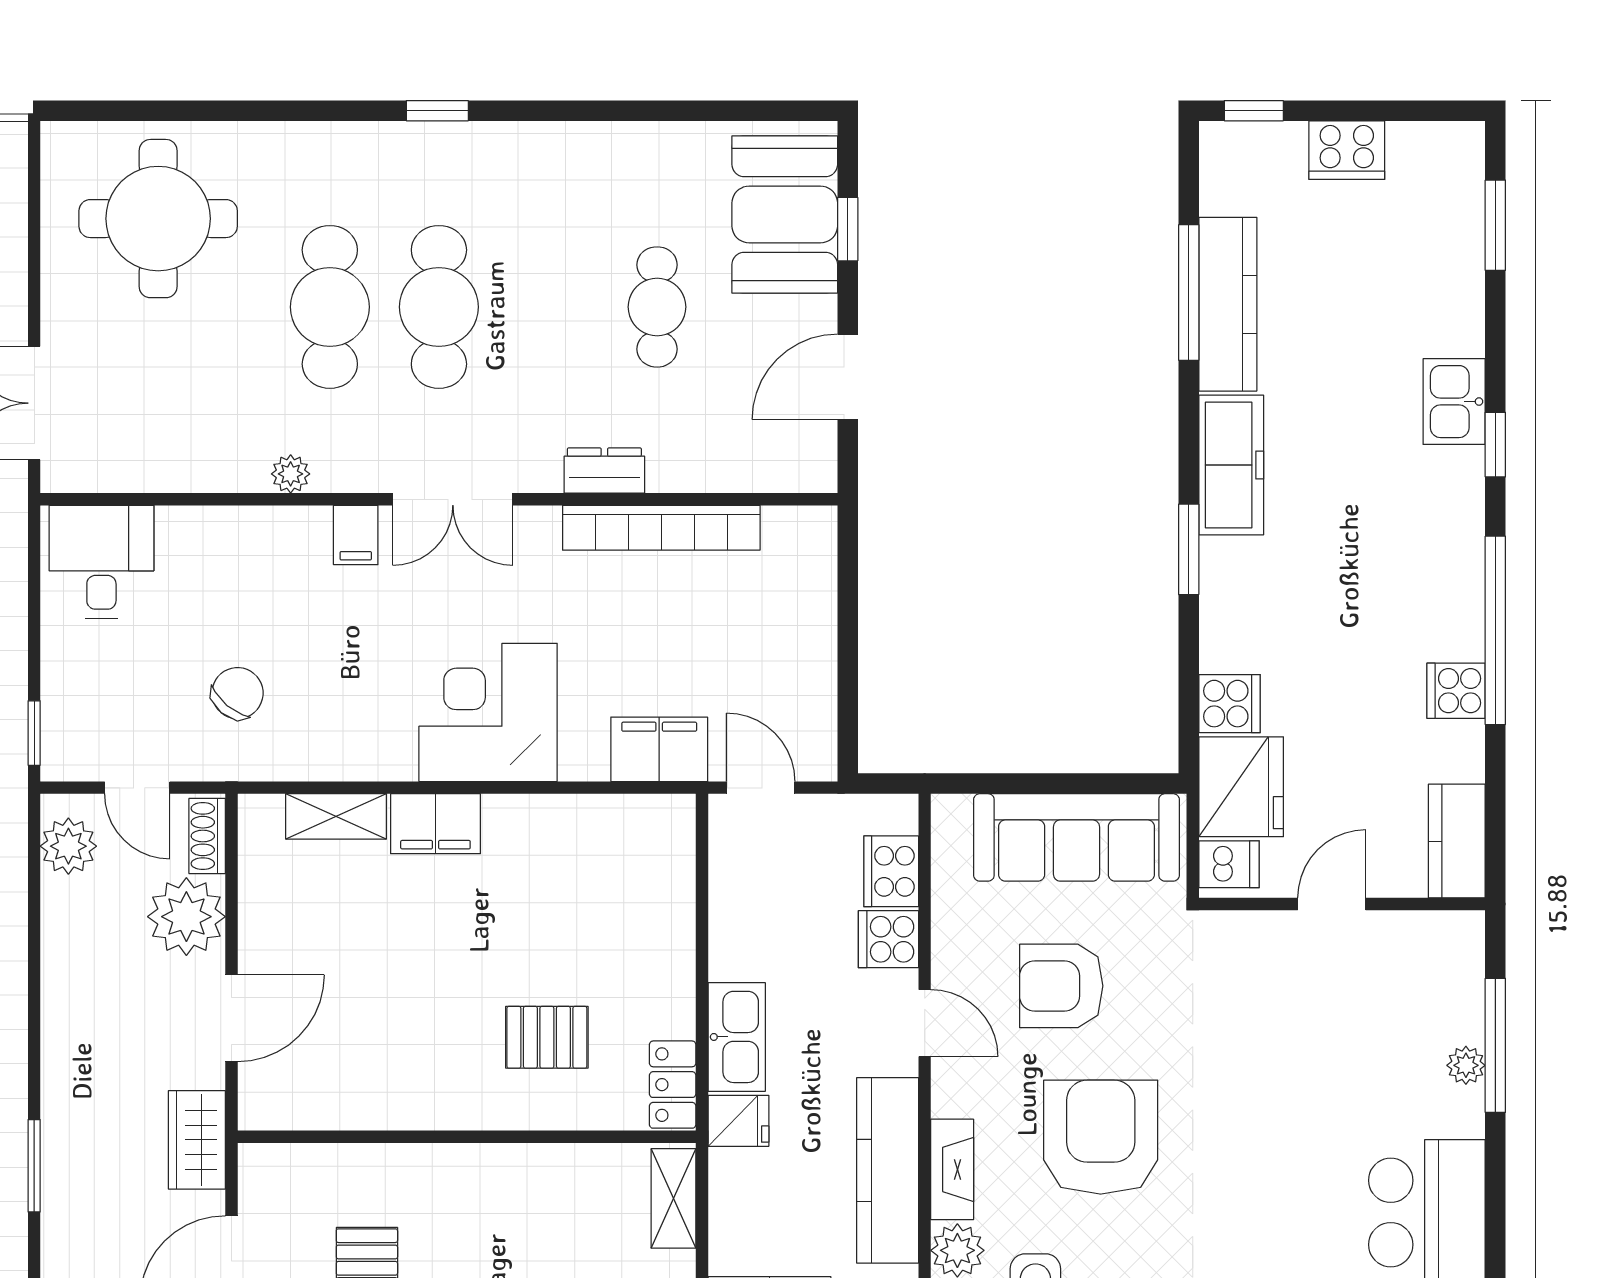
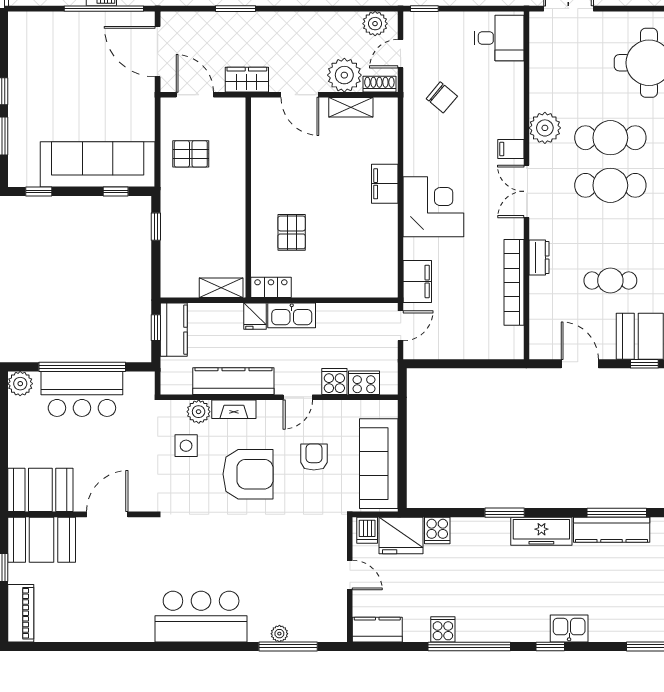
plant: (291, 474) -> (545, 128), width x1.87, depth x1.87
shelving: (336, 816) -> (351, 107), moved, turned 90
armchair: (1061, 986) -> (314, 457), width x0.72, depth x0.72

